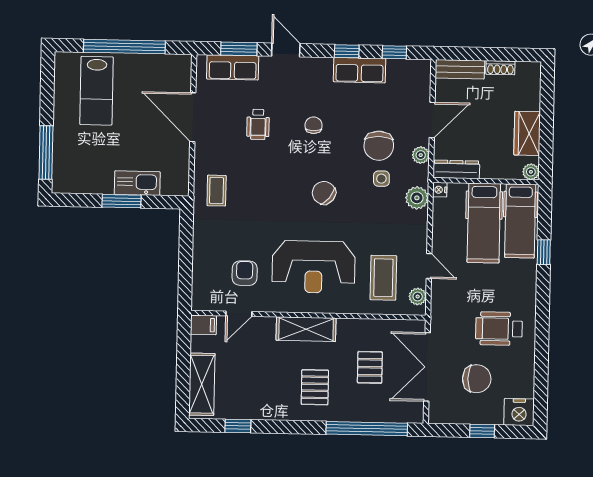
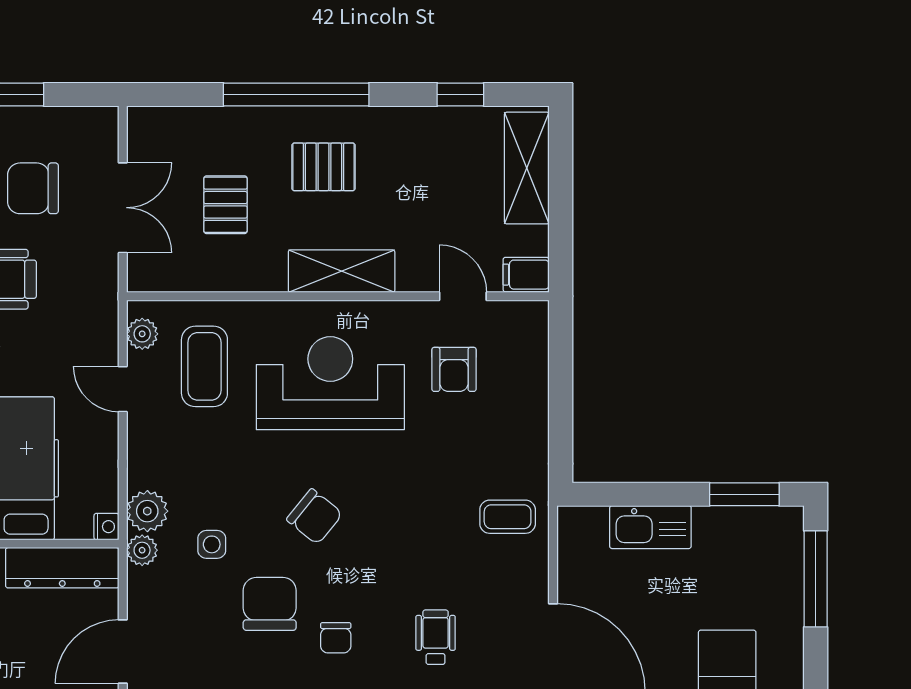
chair: (379, 146) -> (270, 604), moved
plant: (421, 155) -> (142, 550), moved
dresser: (456, 169) -> (62, 568), width x1.37, depth x1.24
coffee table: (217, 191) -> (508, 517), turned 90
window: (122, 201) -> (744, 494), moved
door: (239, 314) -> (463, 296), hinge flipped
double door: (427, 367) -> (123, 208), width x0.73
pallet: (315, 387) -> (323, 167), turned 90
window: (367, 429) -> (296, 94), moved

